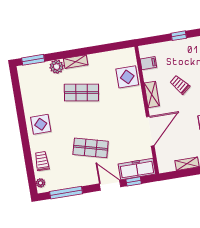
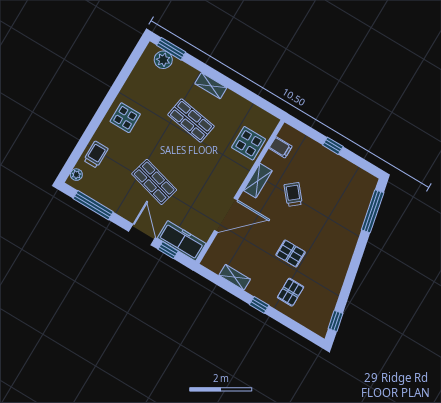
plant: (57, 67) -> (163, 60), moved

